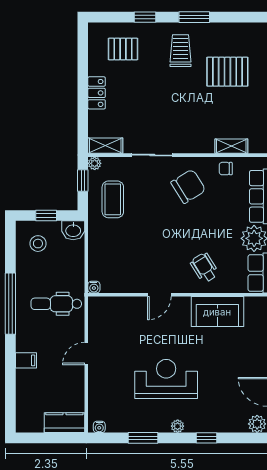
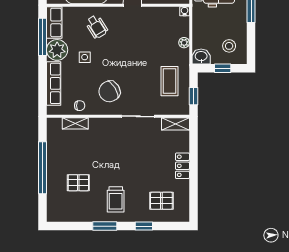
pallet: (227, 72) -> (78, 183), width x0.67, depth x0.71
plant: (95, 163) -> (184, 43), moved
side table: (219, 229) -> (85, 57), added

